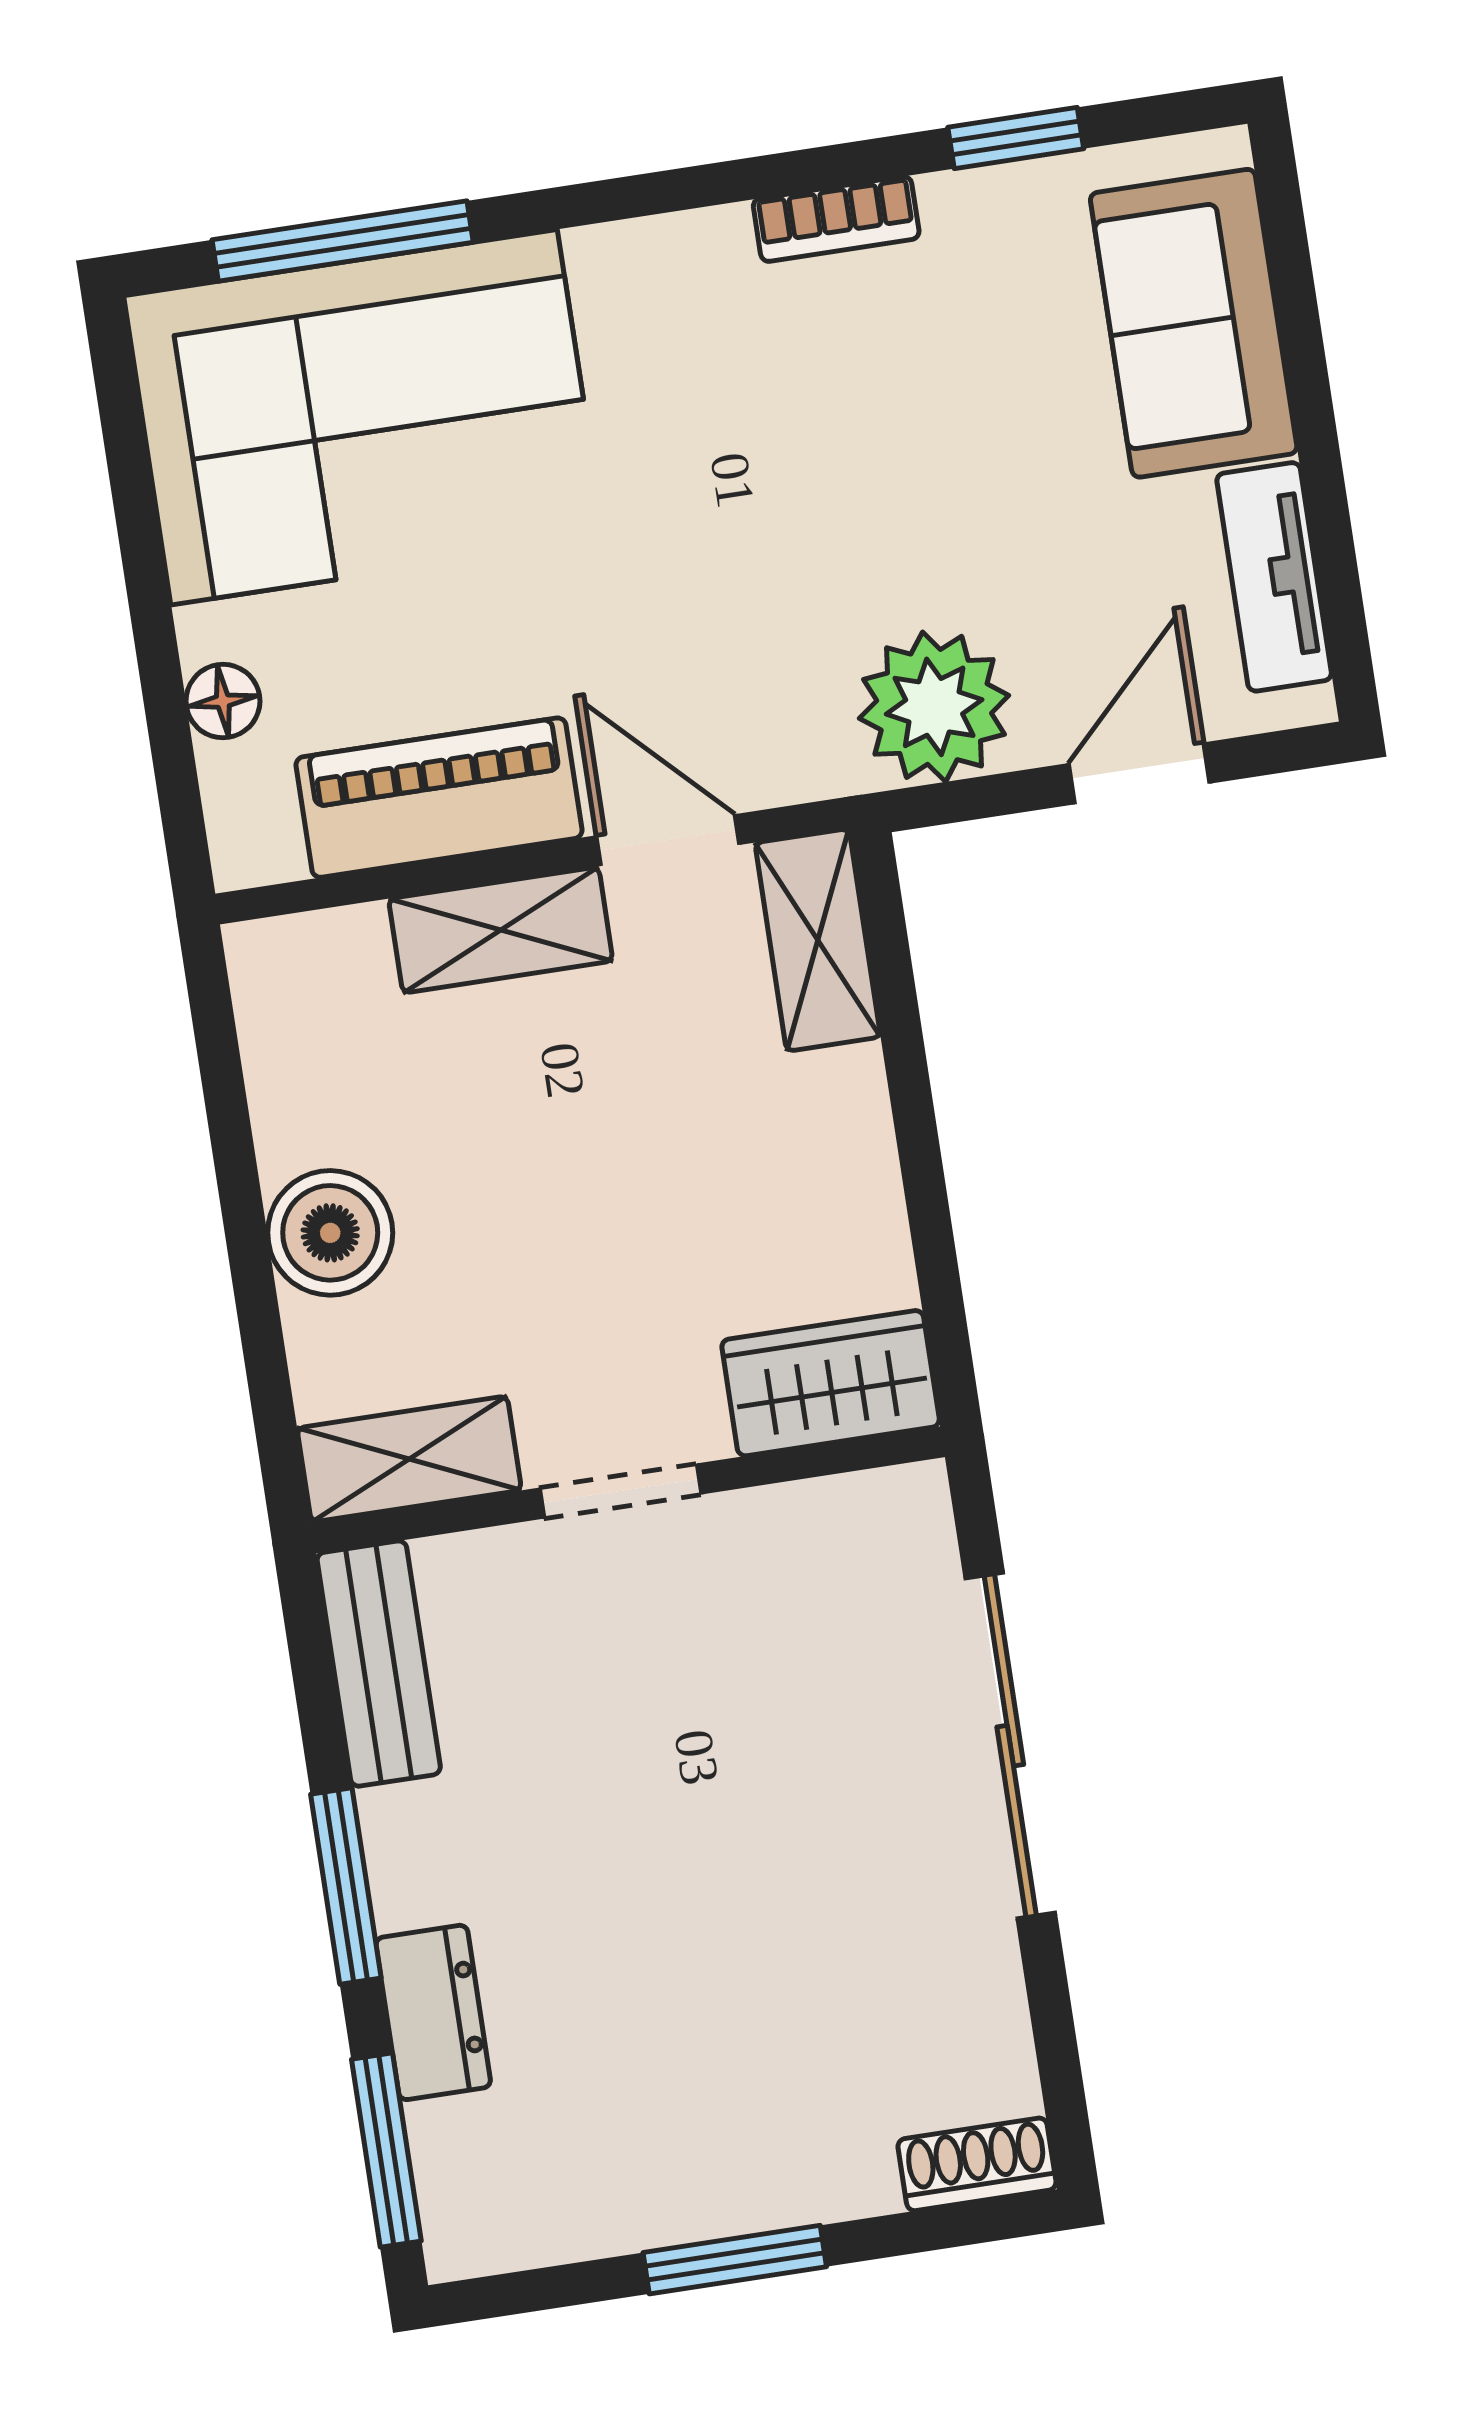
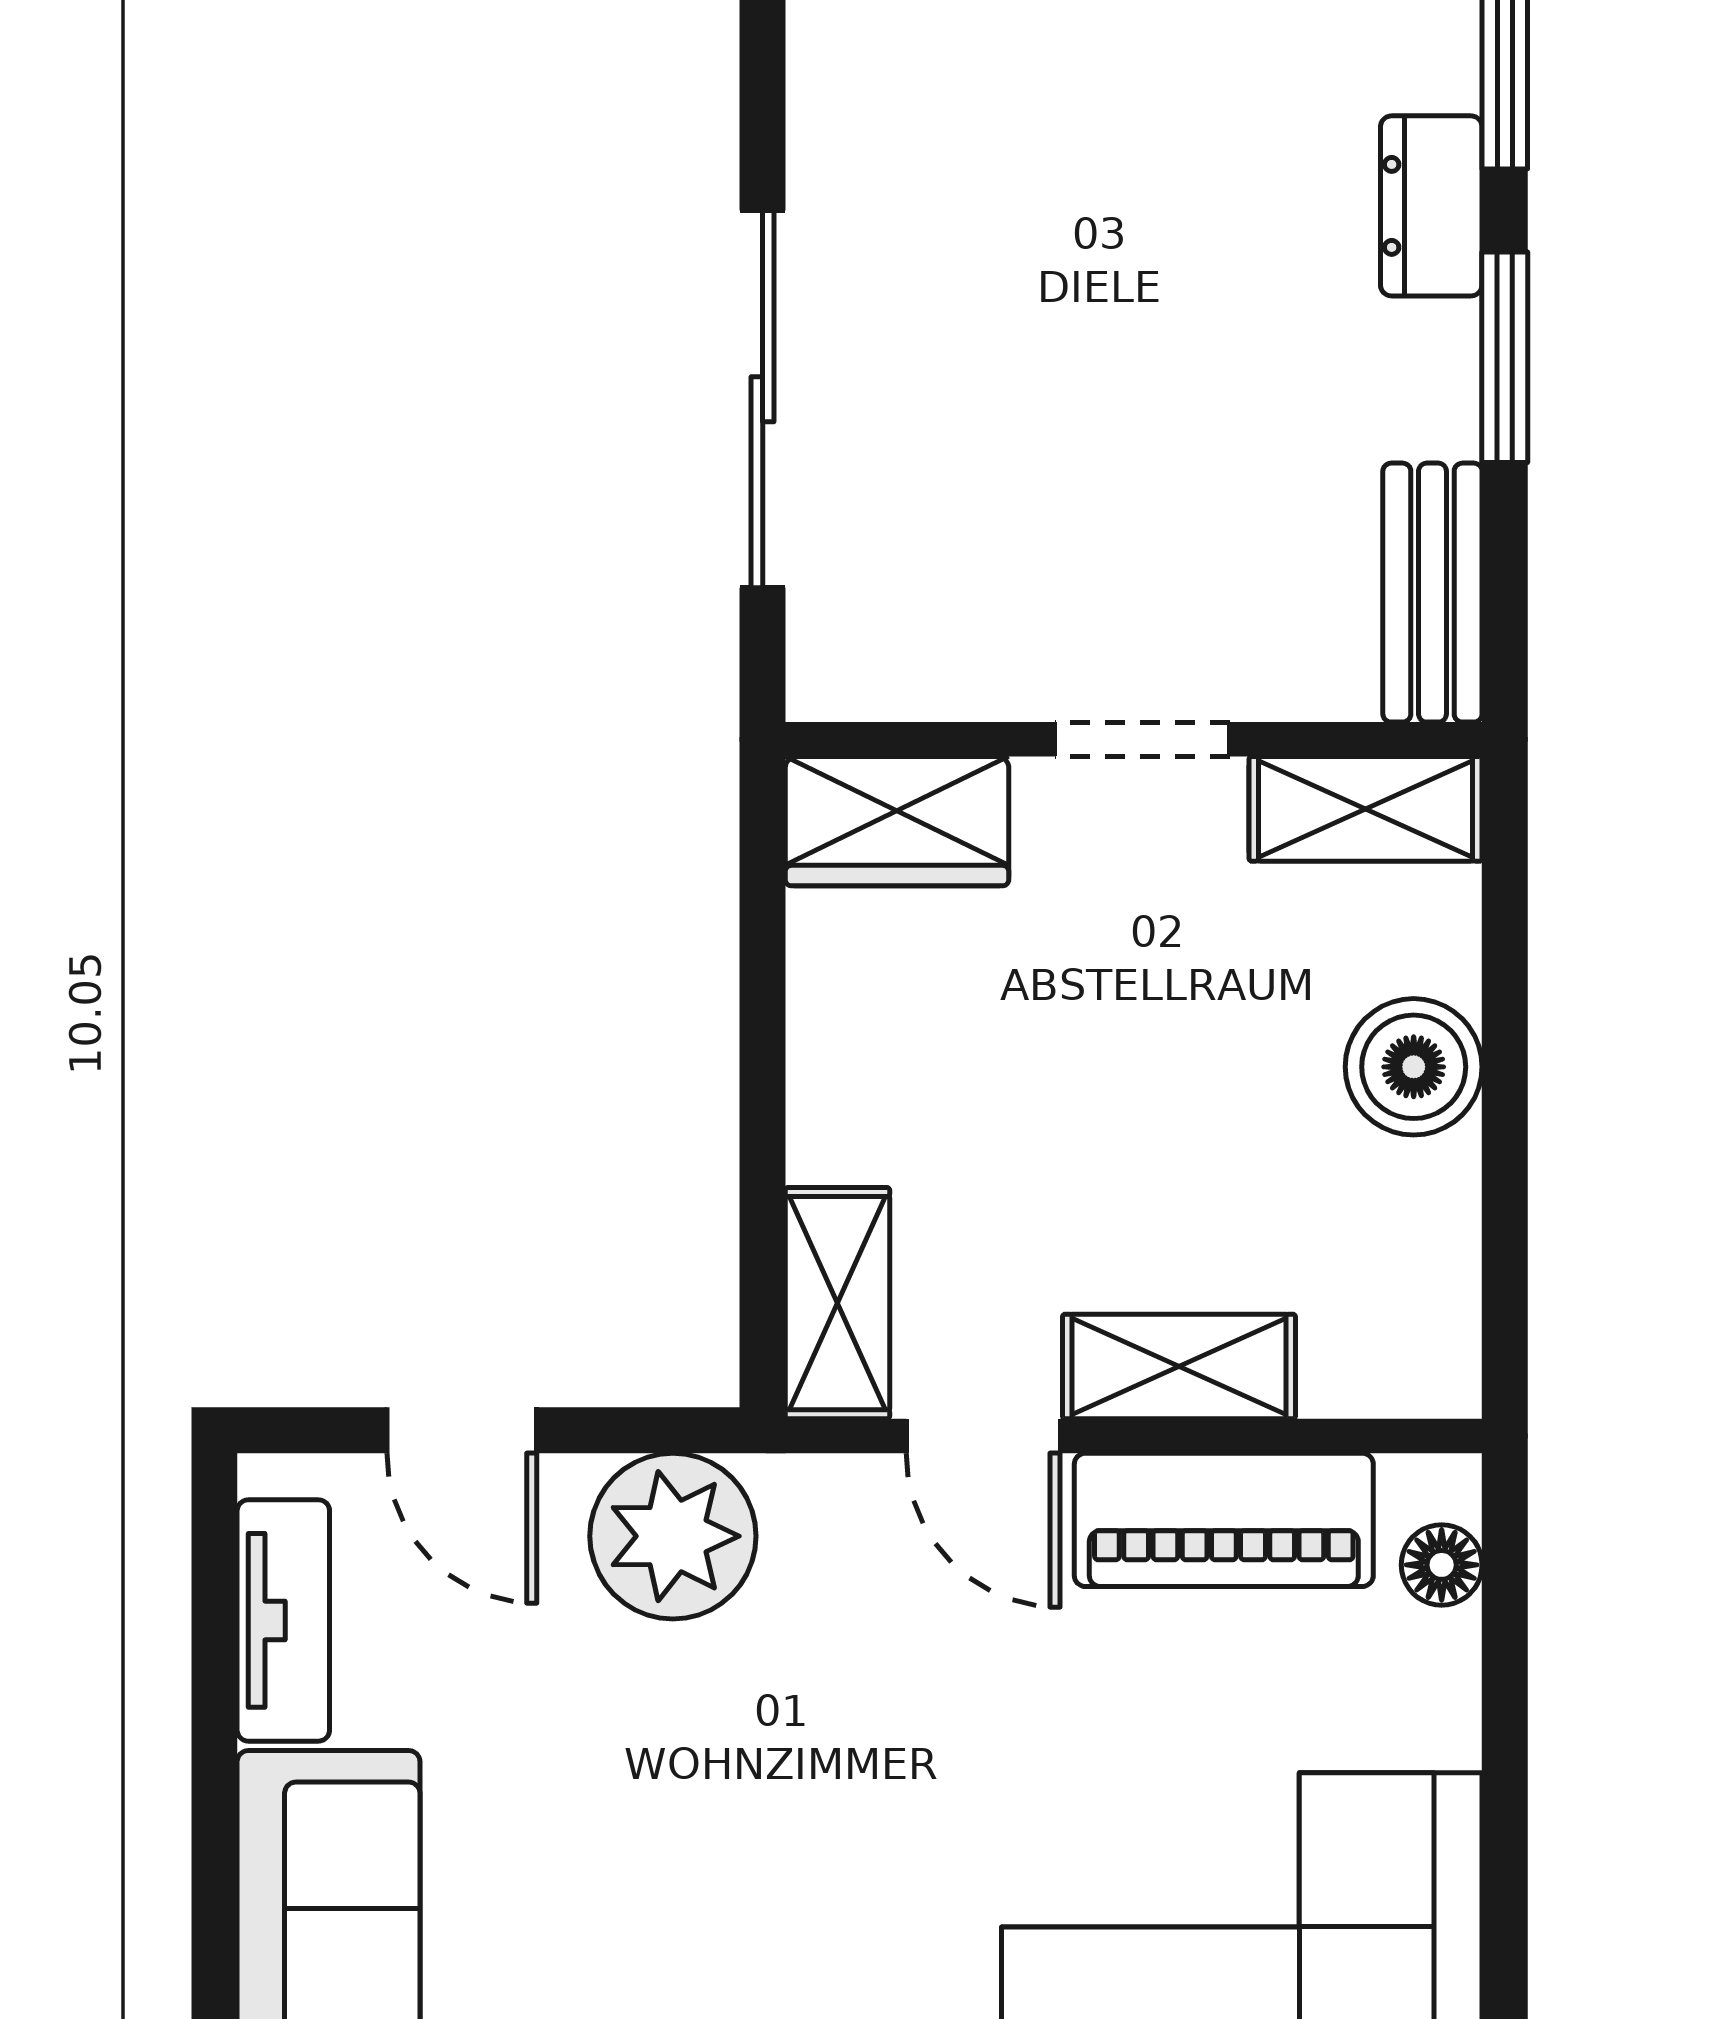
floor lamp: (223, 701) -> (1442, 1565), moved
door: (1139, 773) -> (462, 1430), hinge flipped

